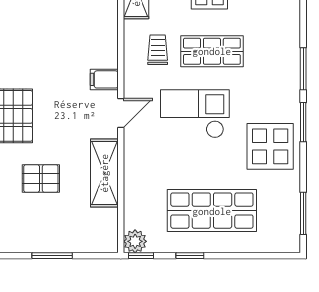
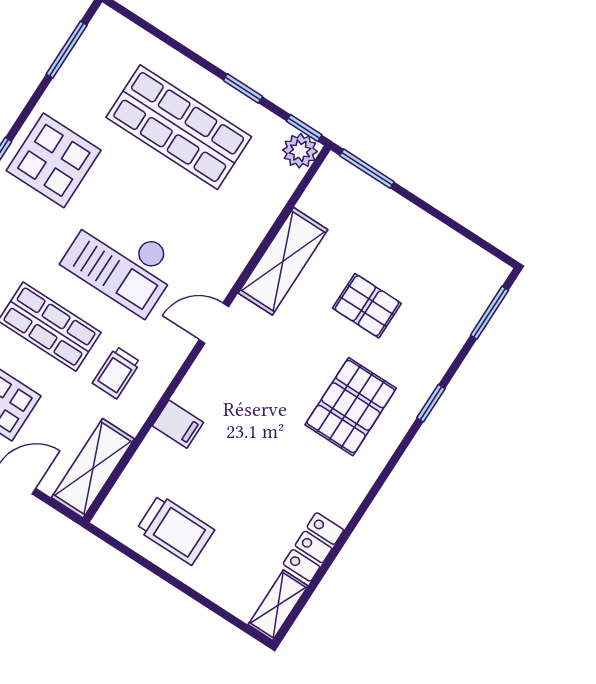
filing cabinet: (104, 79) -> (178, 424), moved
window: (52, 256) -> (367, 169), moved

